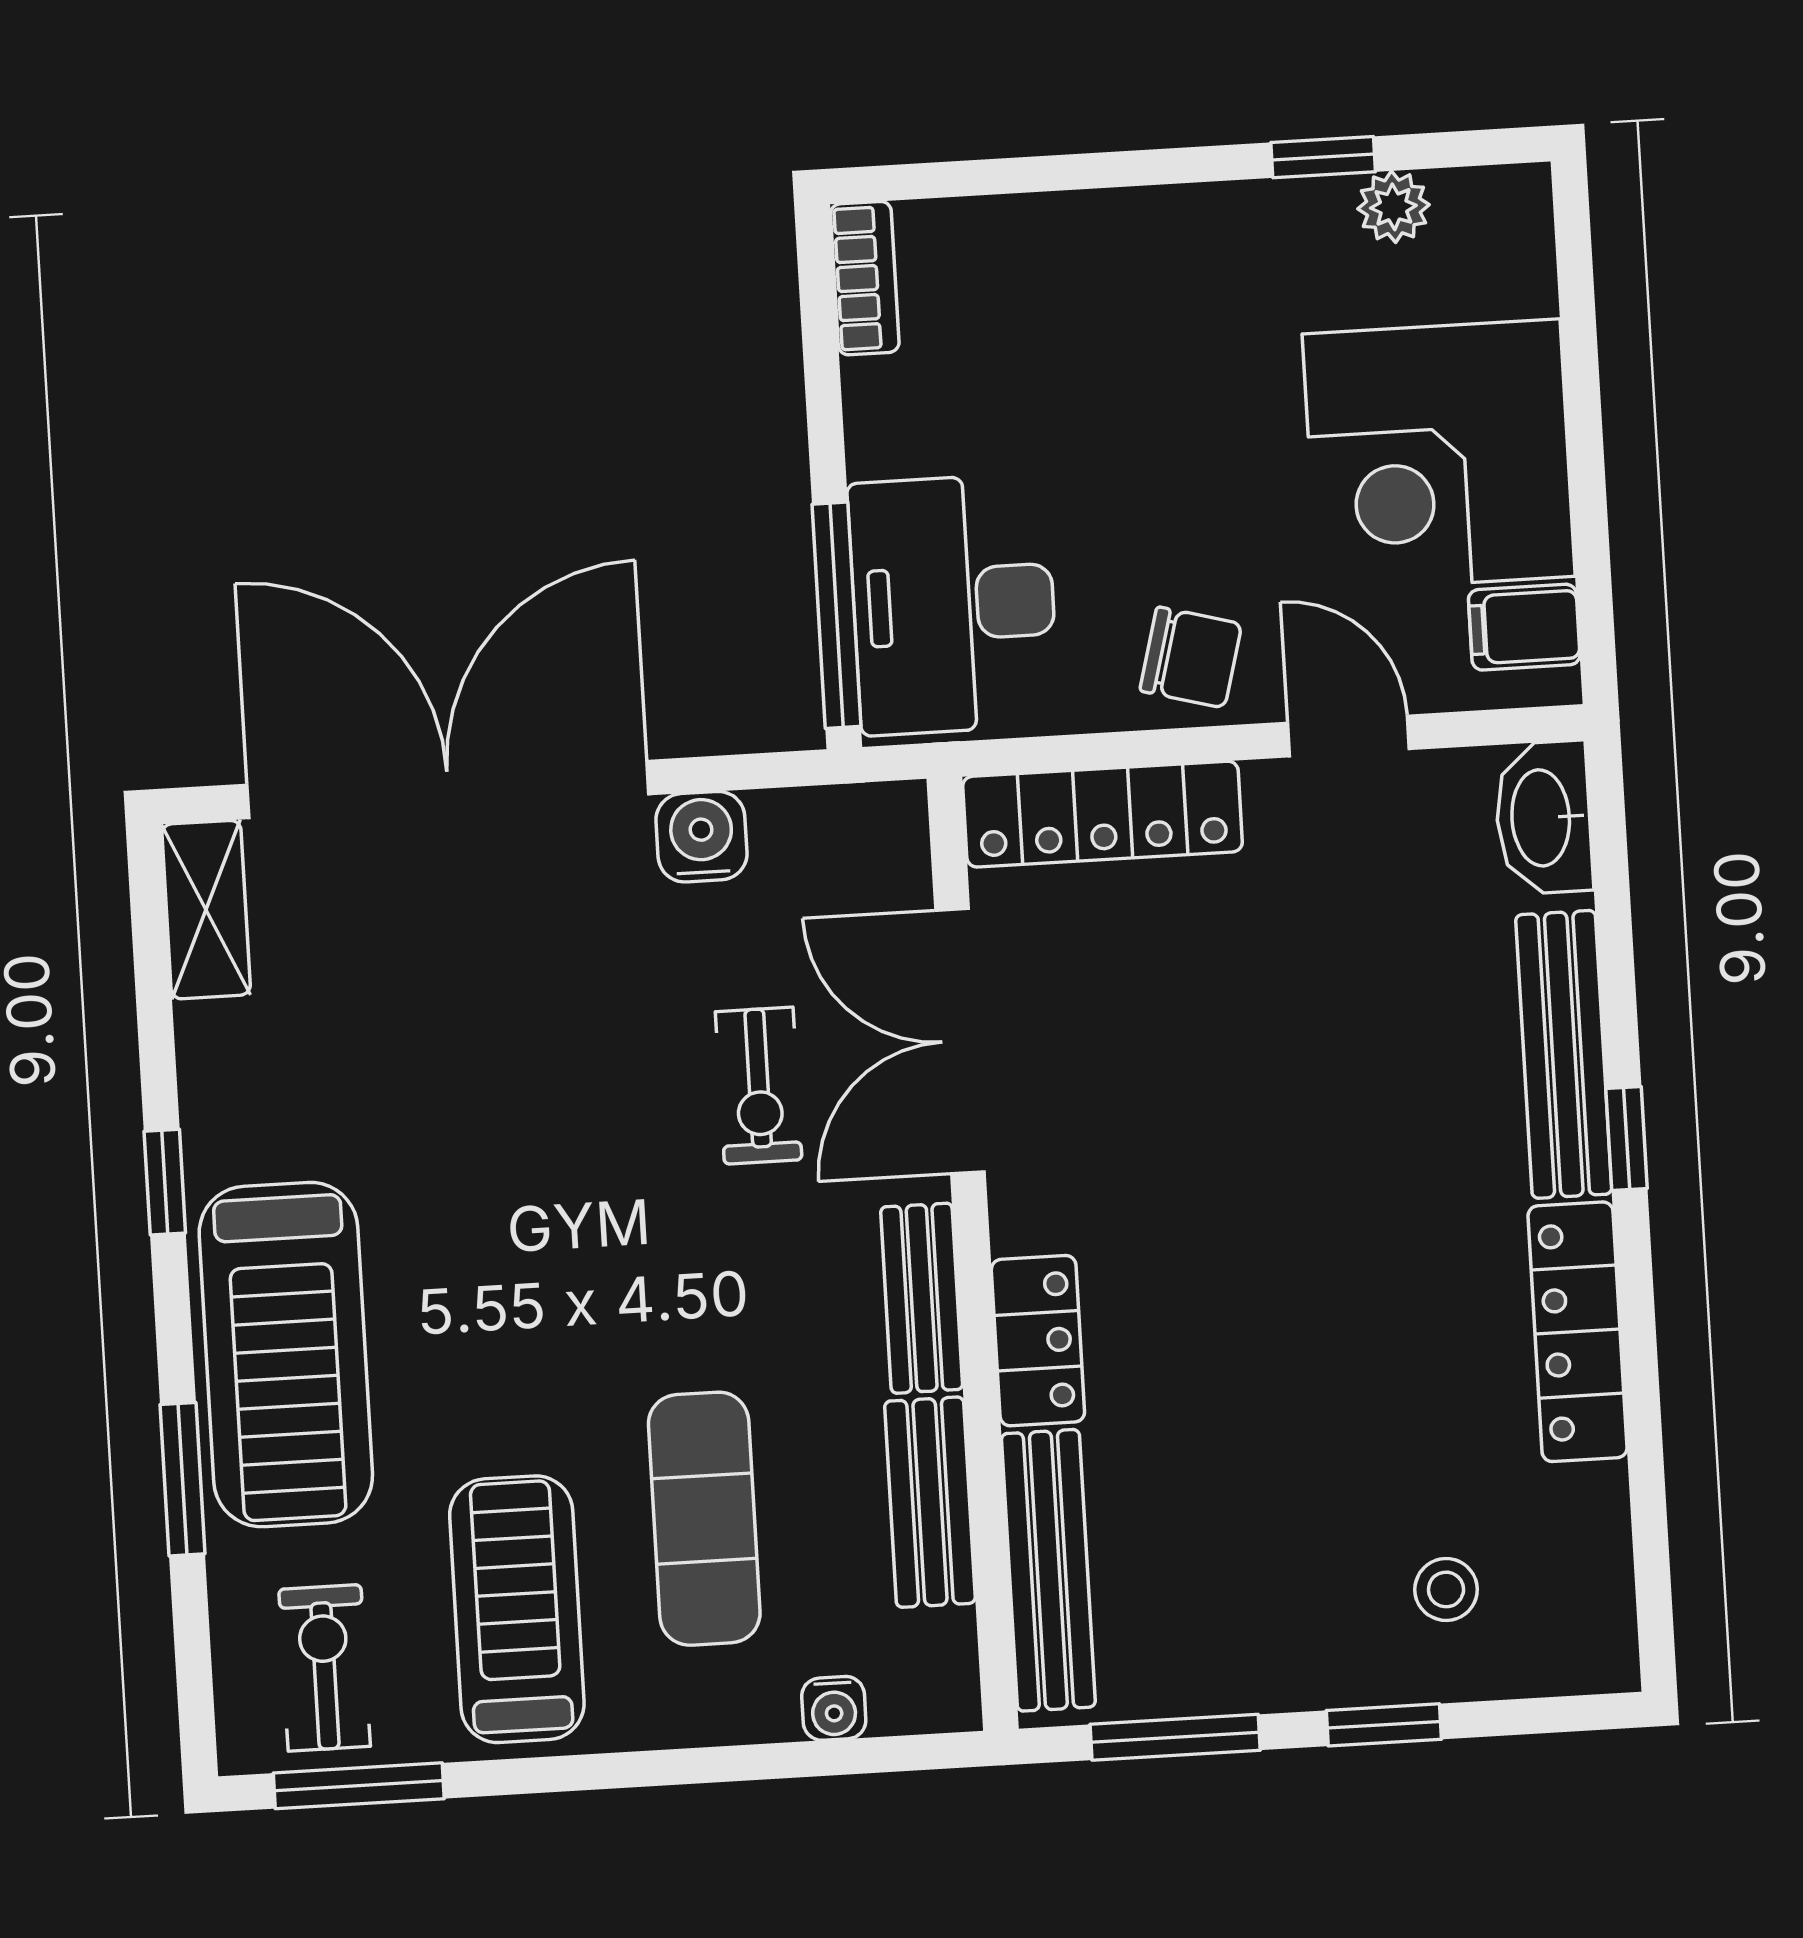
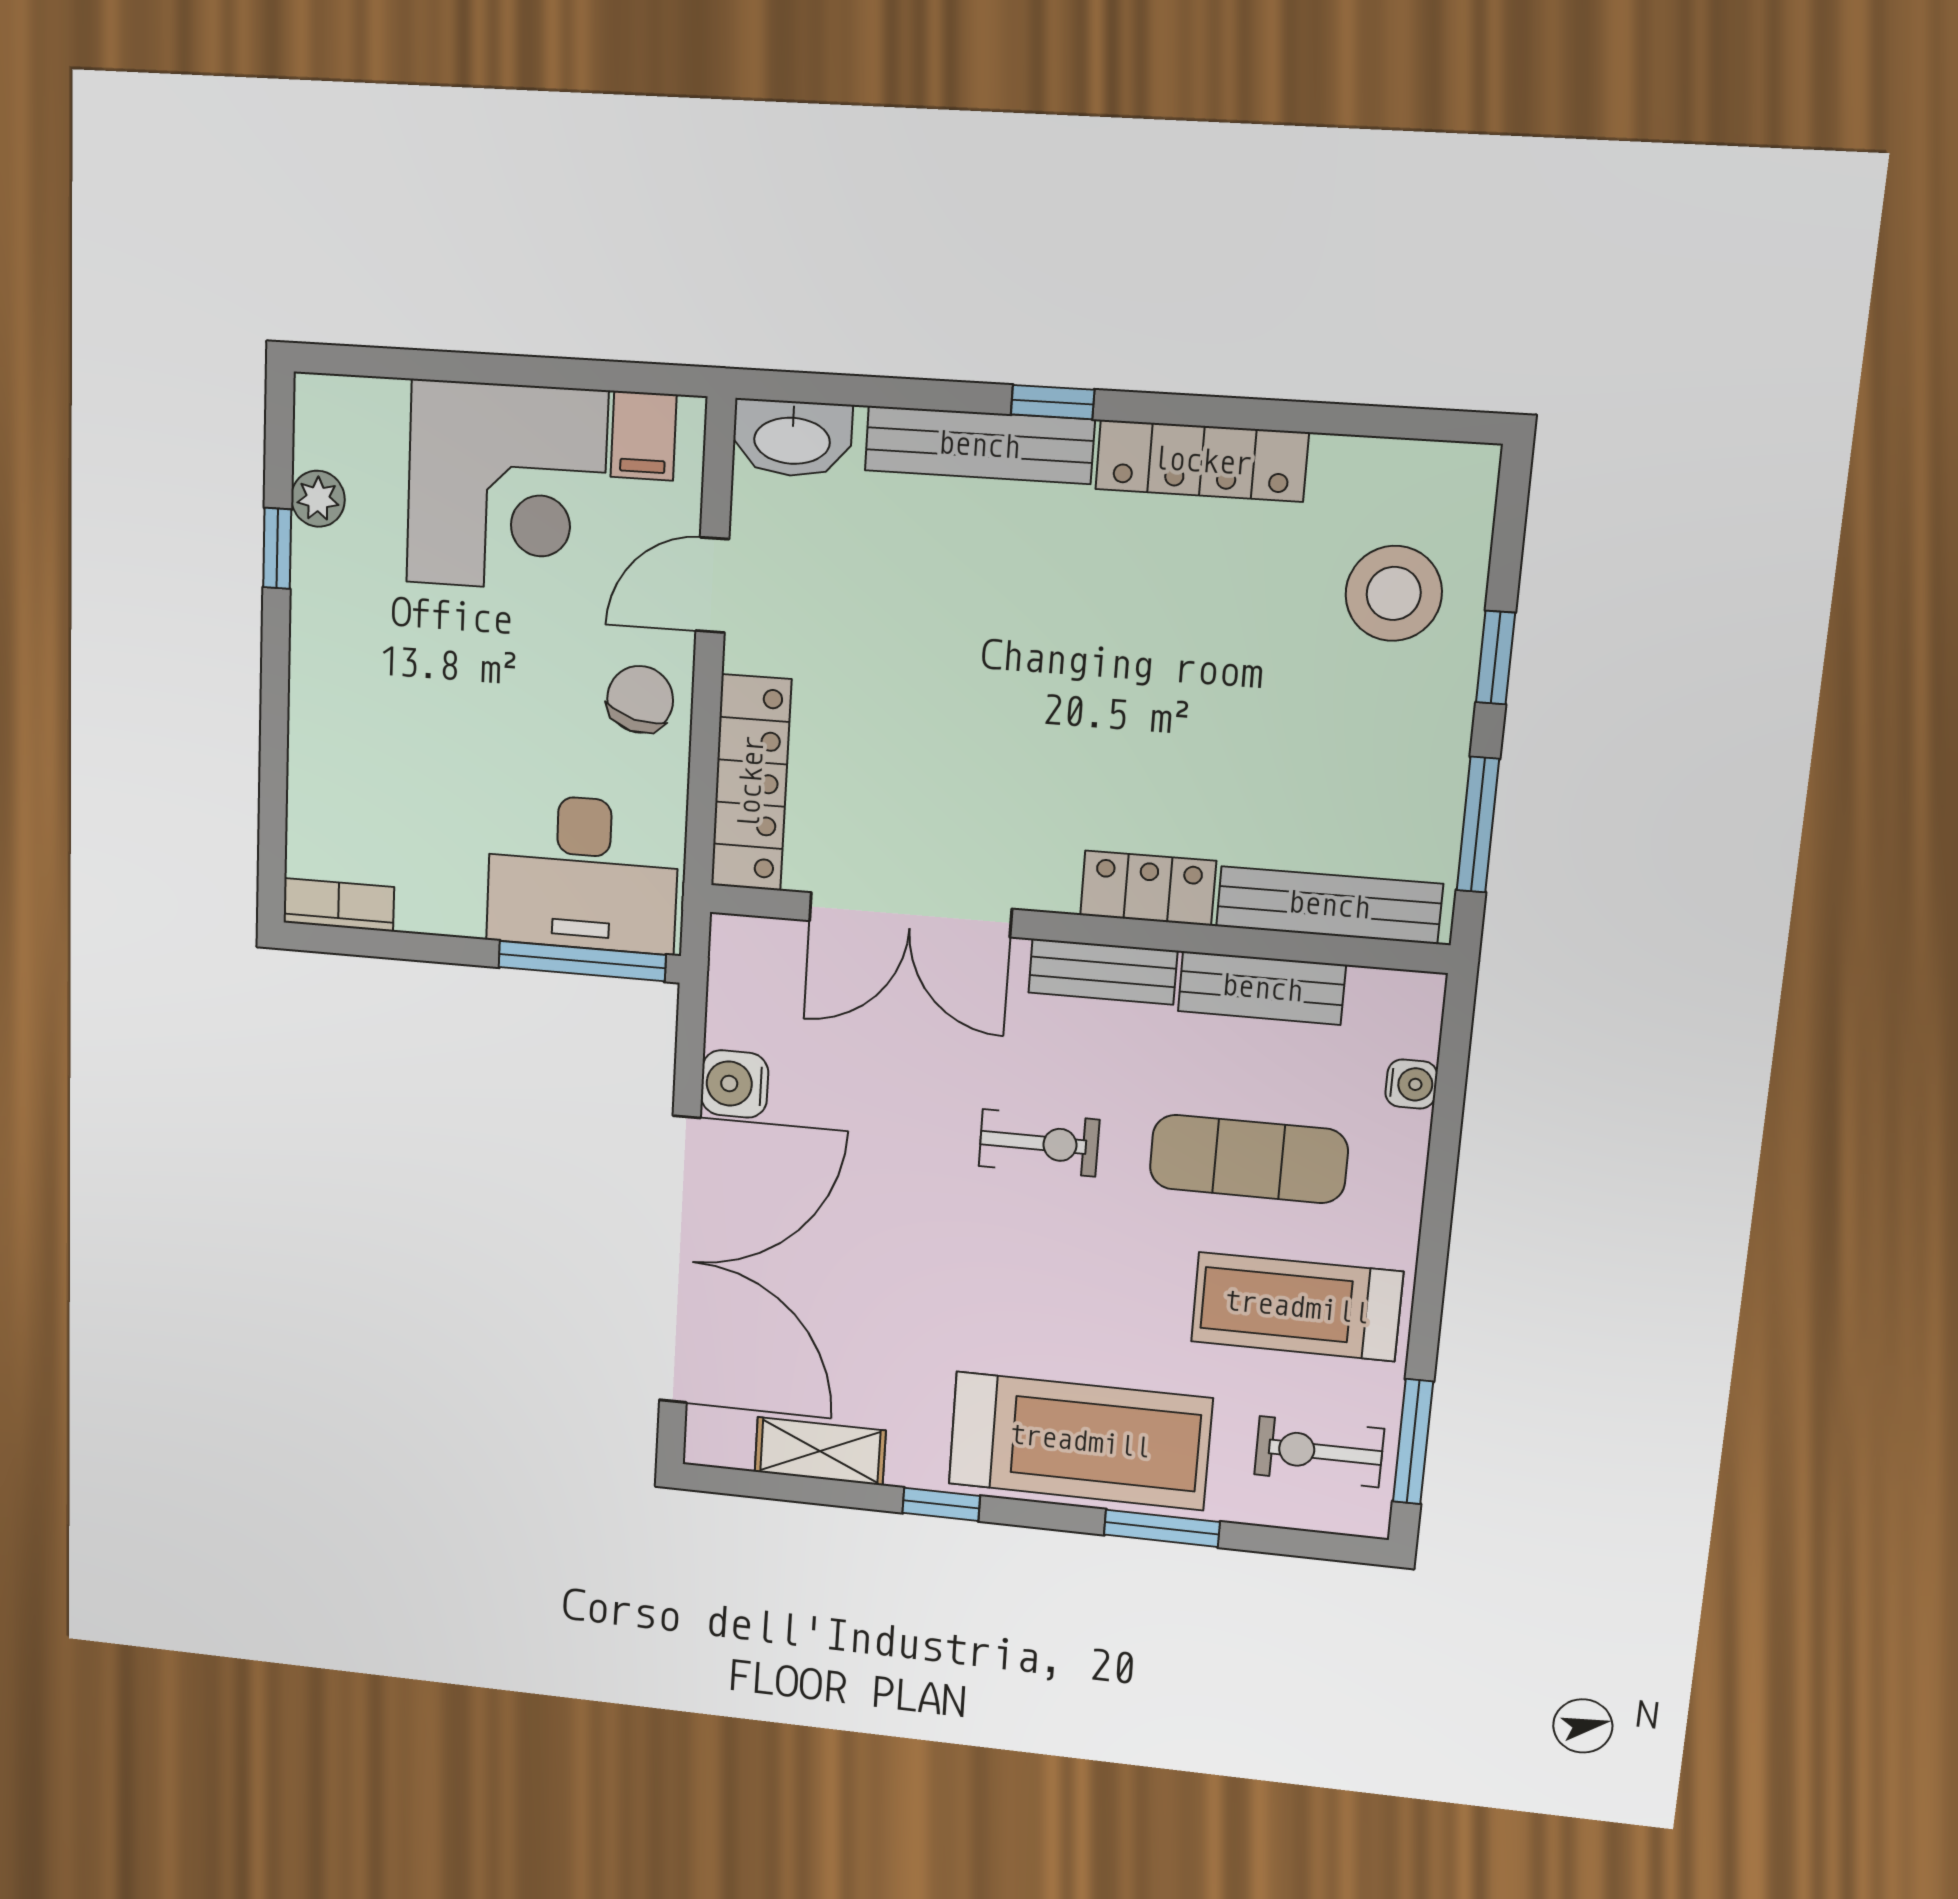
double door: (448, 789) -> (680, 1260), swing flipped
shelving: (206, 910) -> (820, 1451), moved
exercise bike: (759, 1086) -> (1039, 1143), moved
stool: (1446, 1589) -> (1394, 593), width x1.89, depth x1.89

